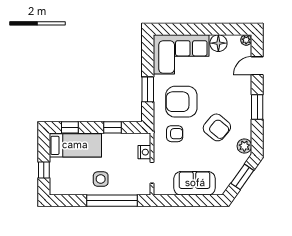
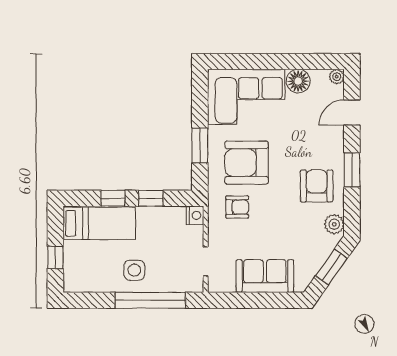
window: (70, 127) -> (113, 198), moved
armchair: (217, 127) -> (317, 186), moved, turned -130
nightstand: (144, 152) -> (195, 215), moved

